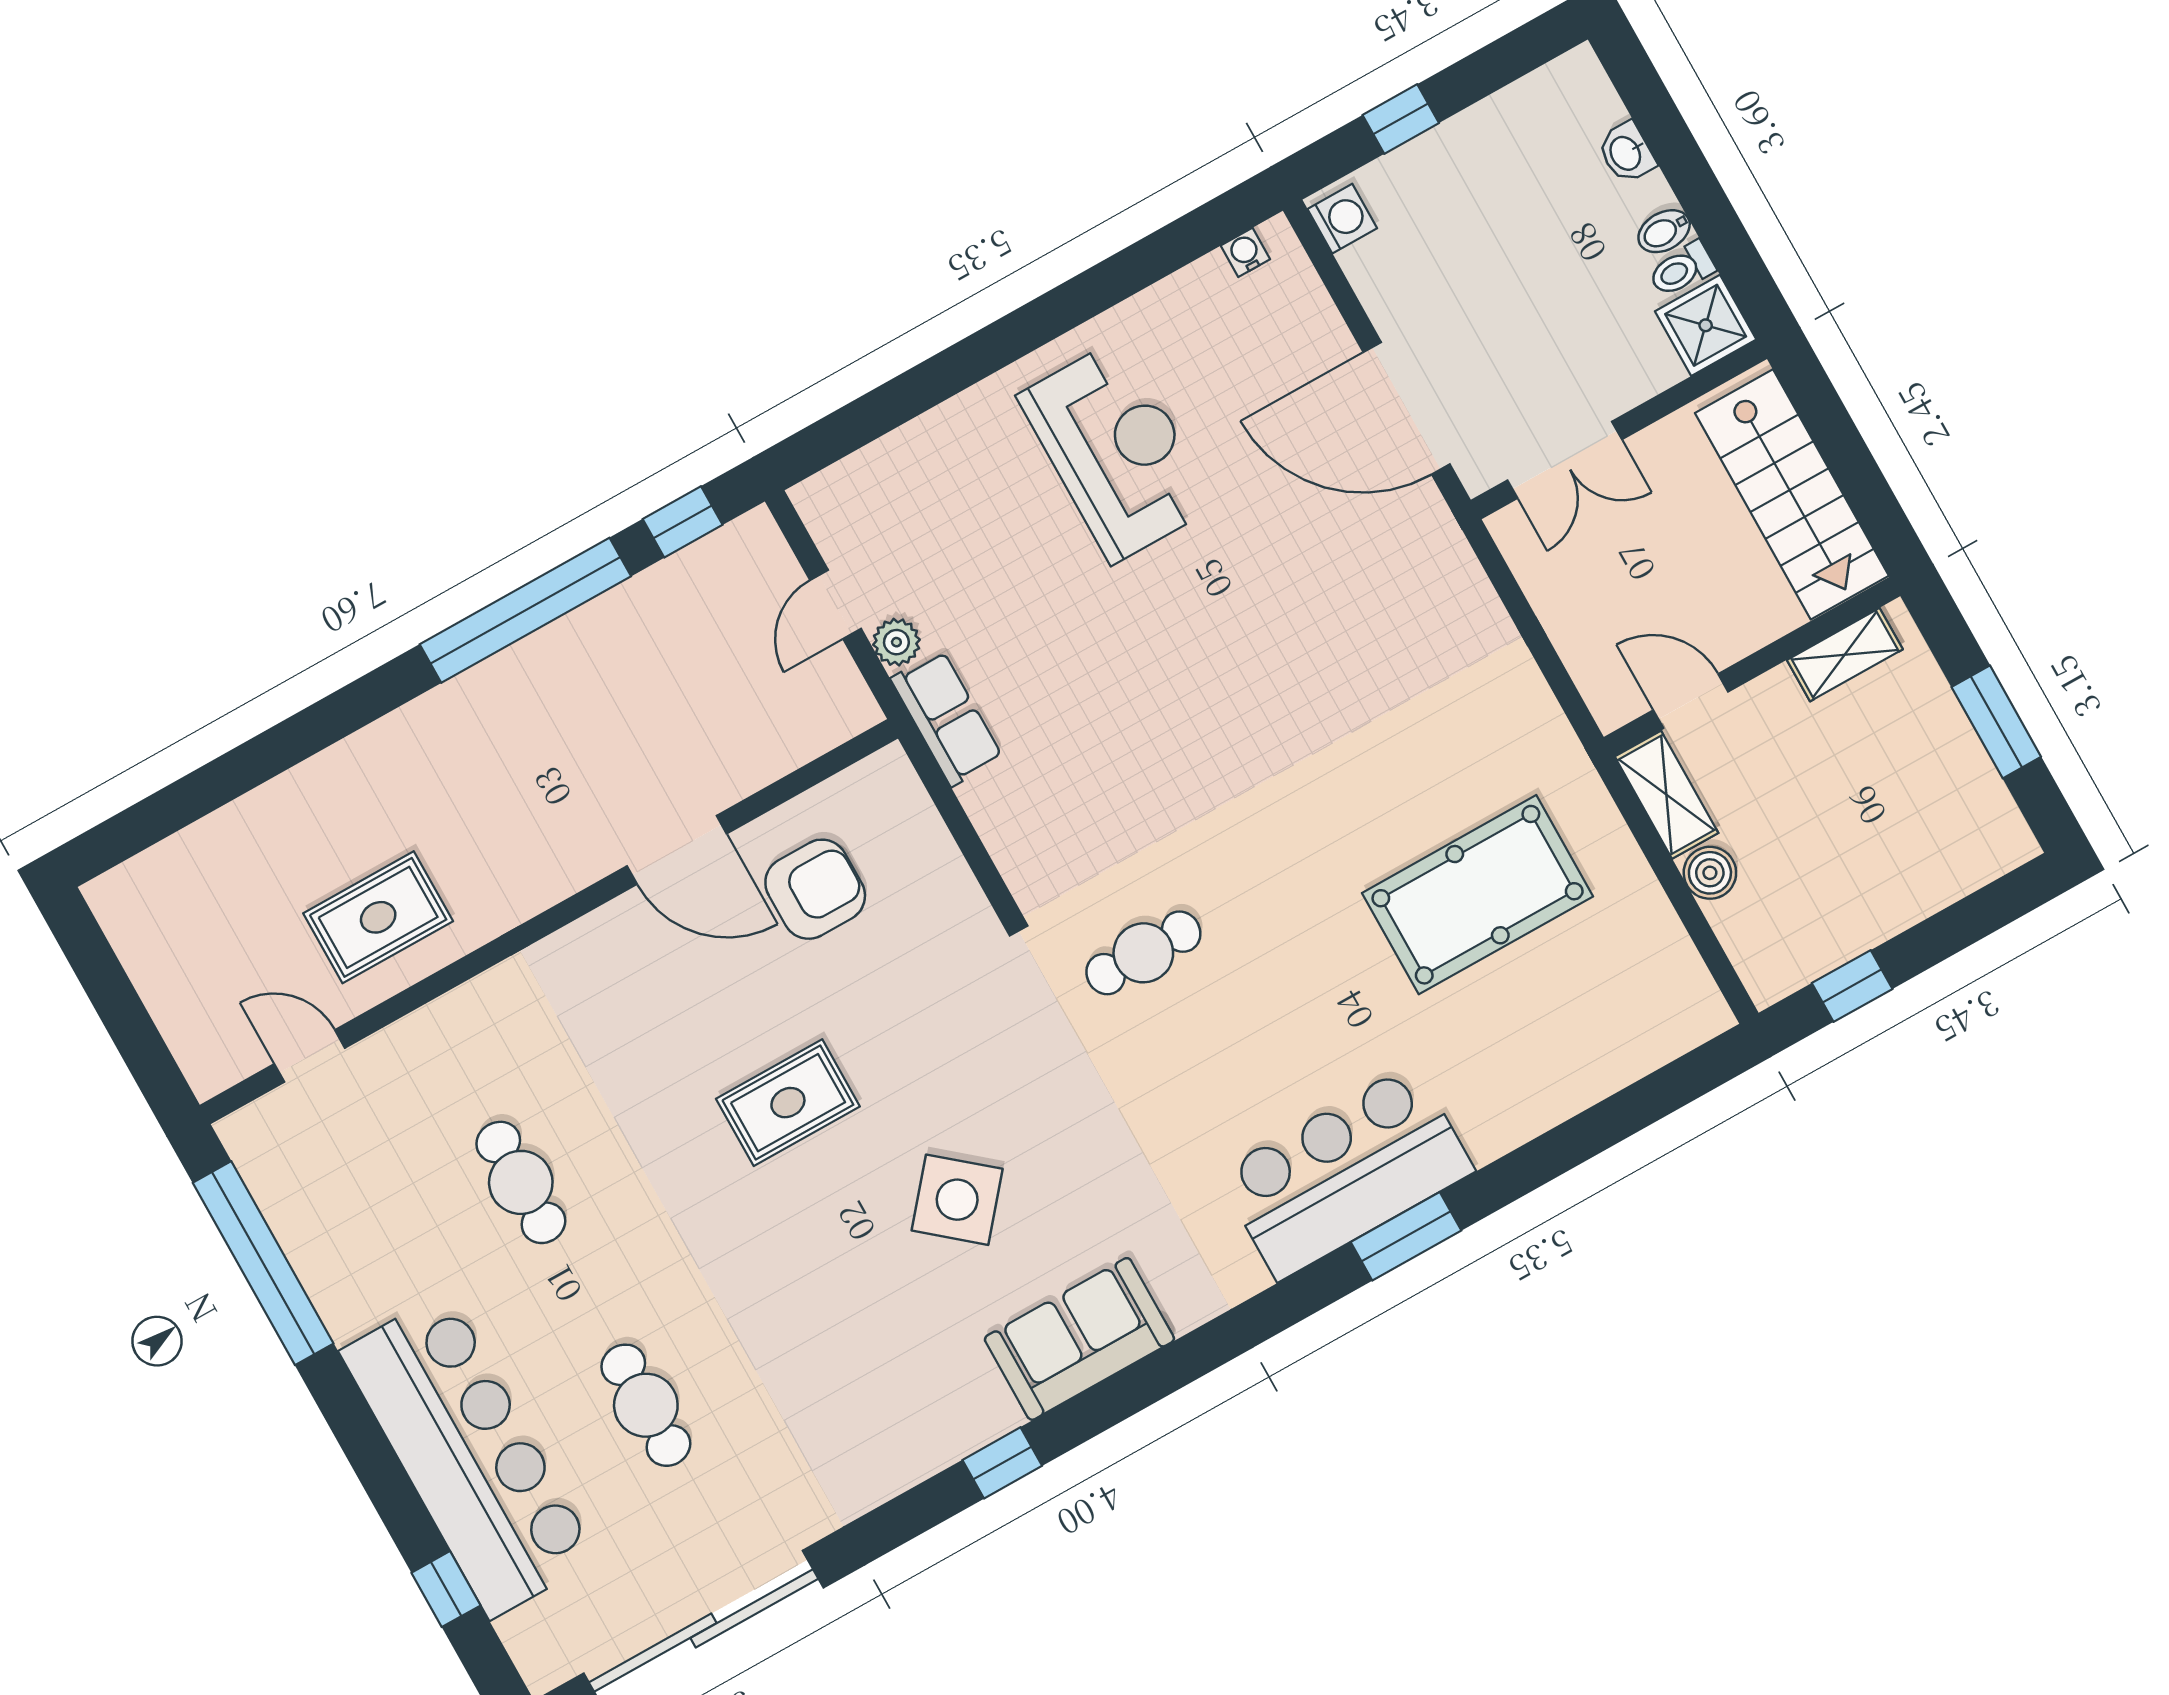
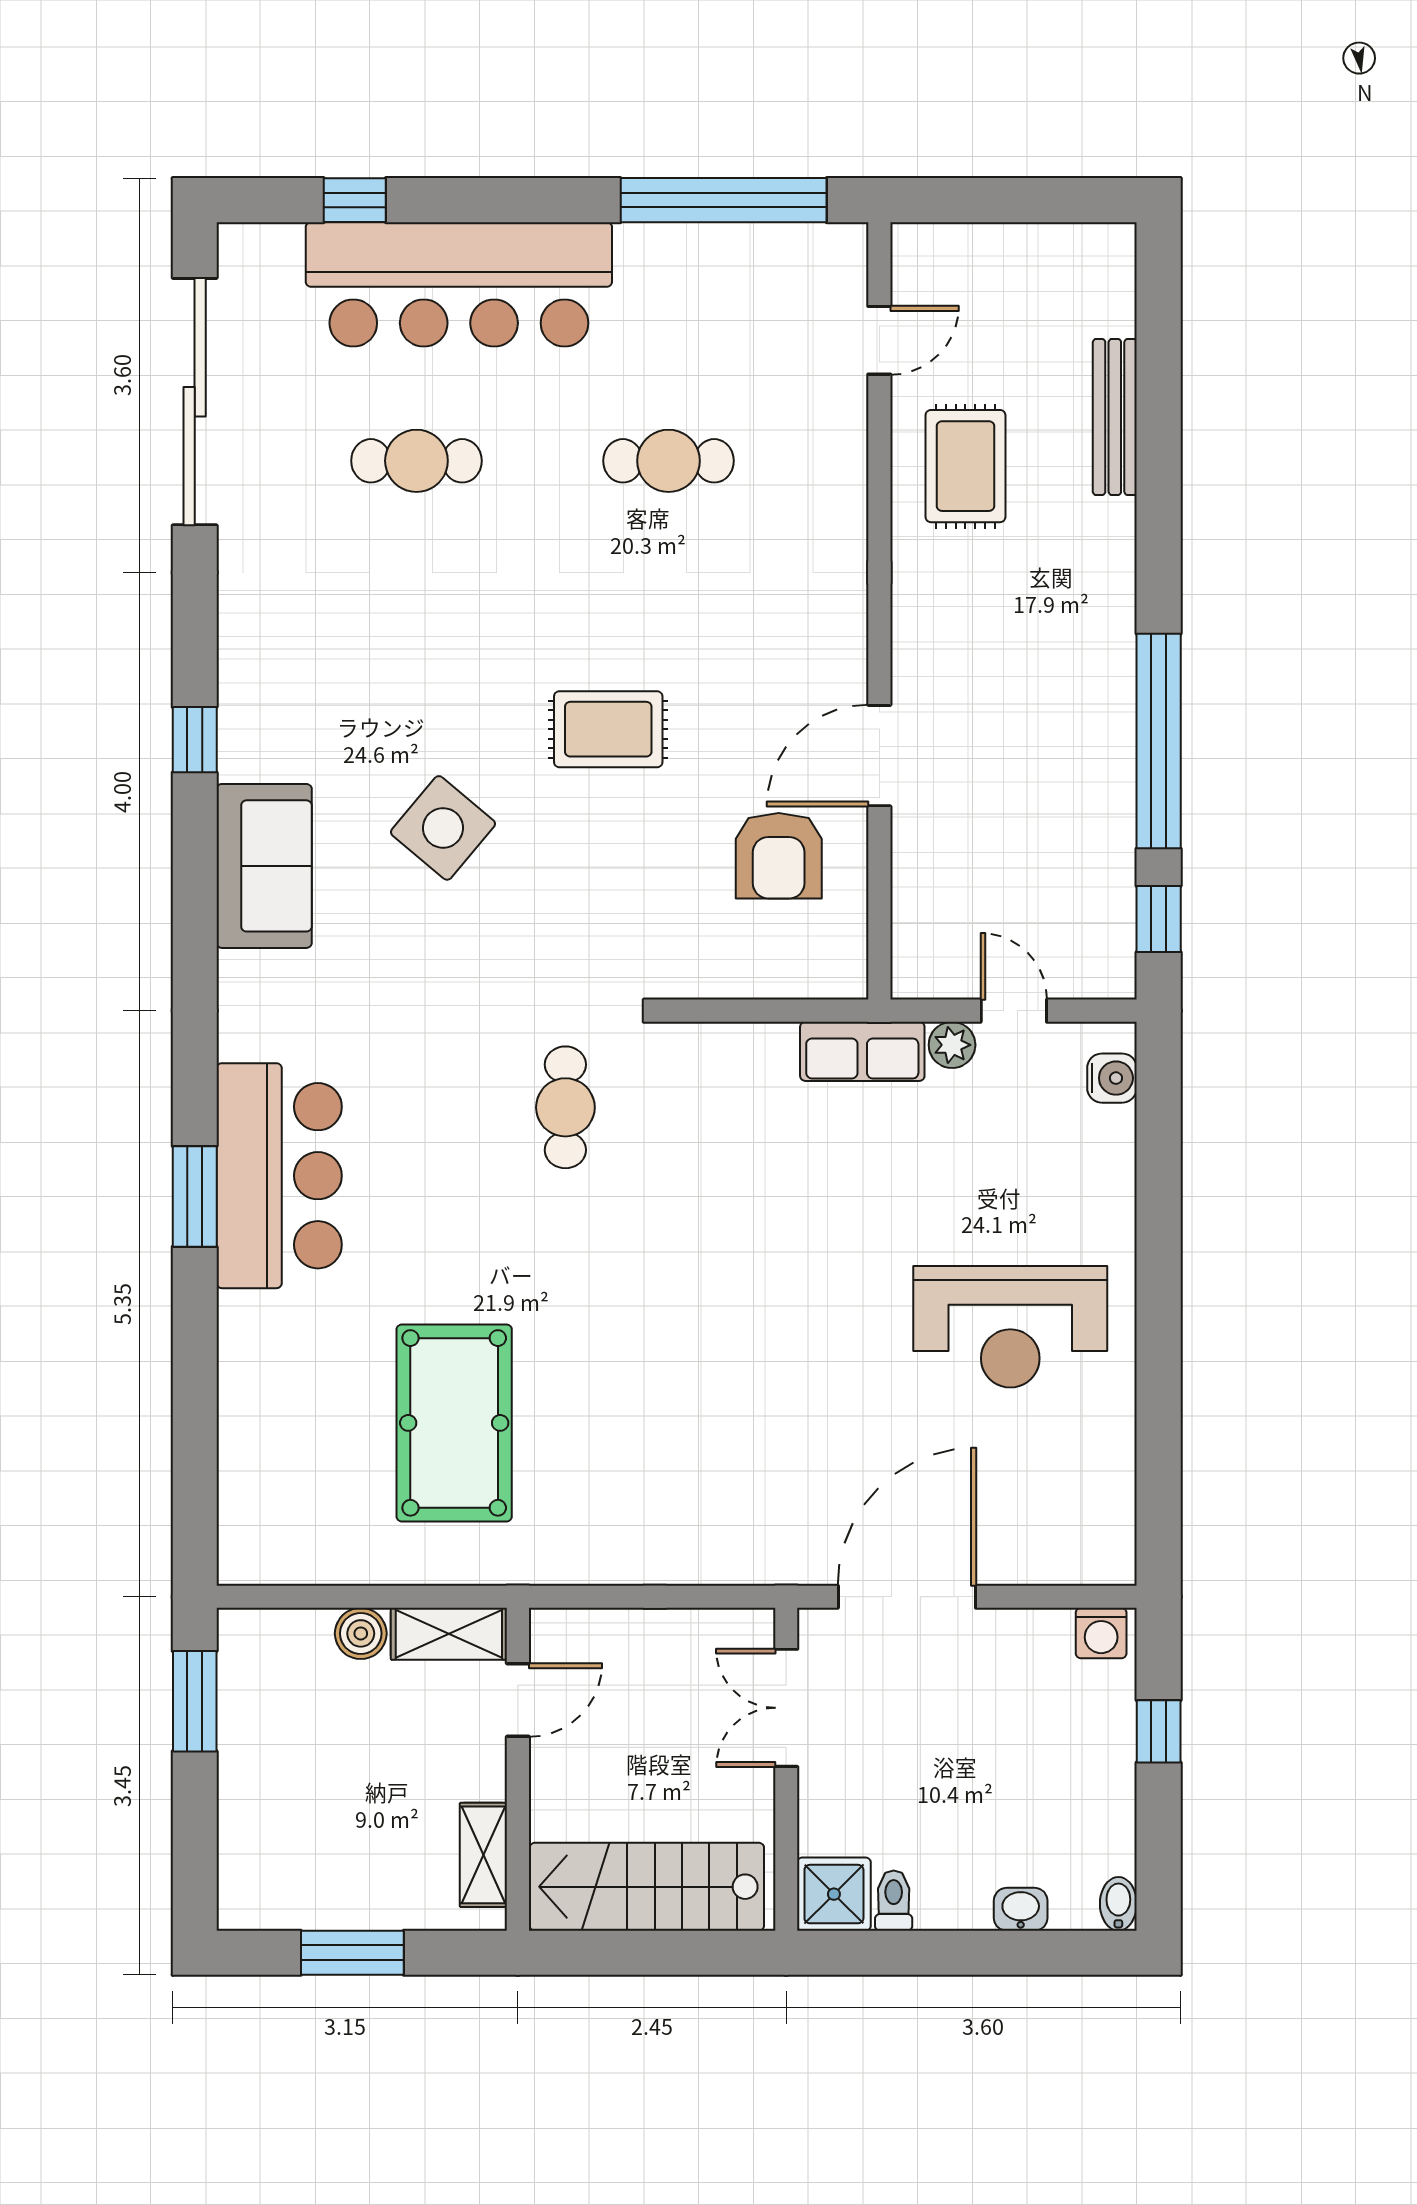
bidet: (1664, 231) -> (1118, 1904), moved
water cooler: (1245, 252) -> (1112, 1078), moved, width x1.38, depth x1.38
bench: (261, 810) -> (1115, 417), added
window: (1852, 986) -> (195, 1701), width x1.50
rug: (788, 1103) -> (608, 729), turned 90

